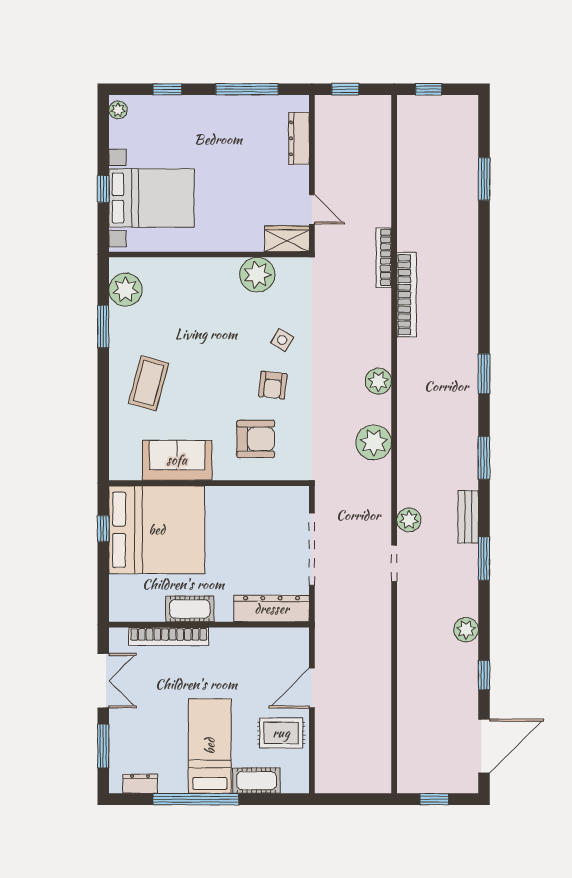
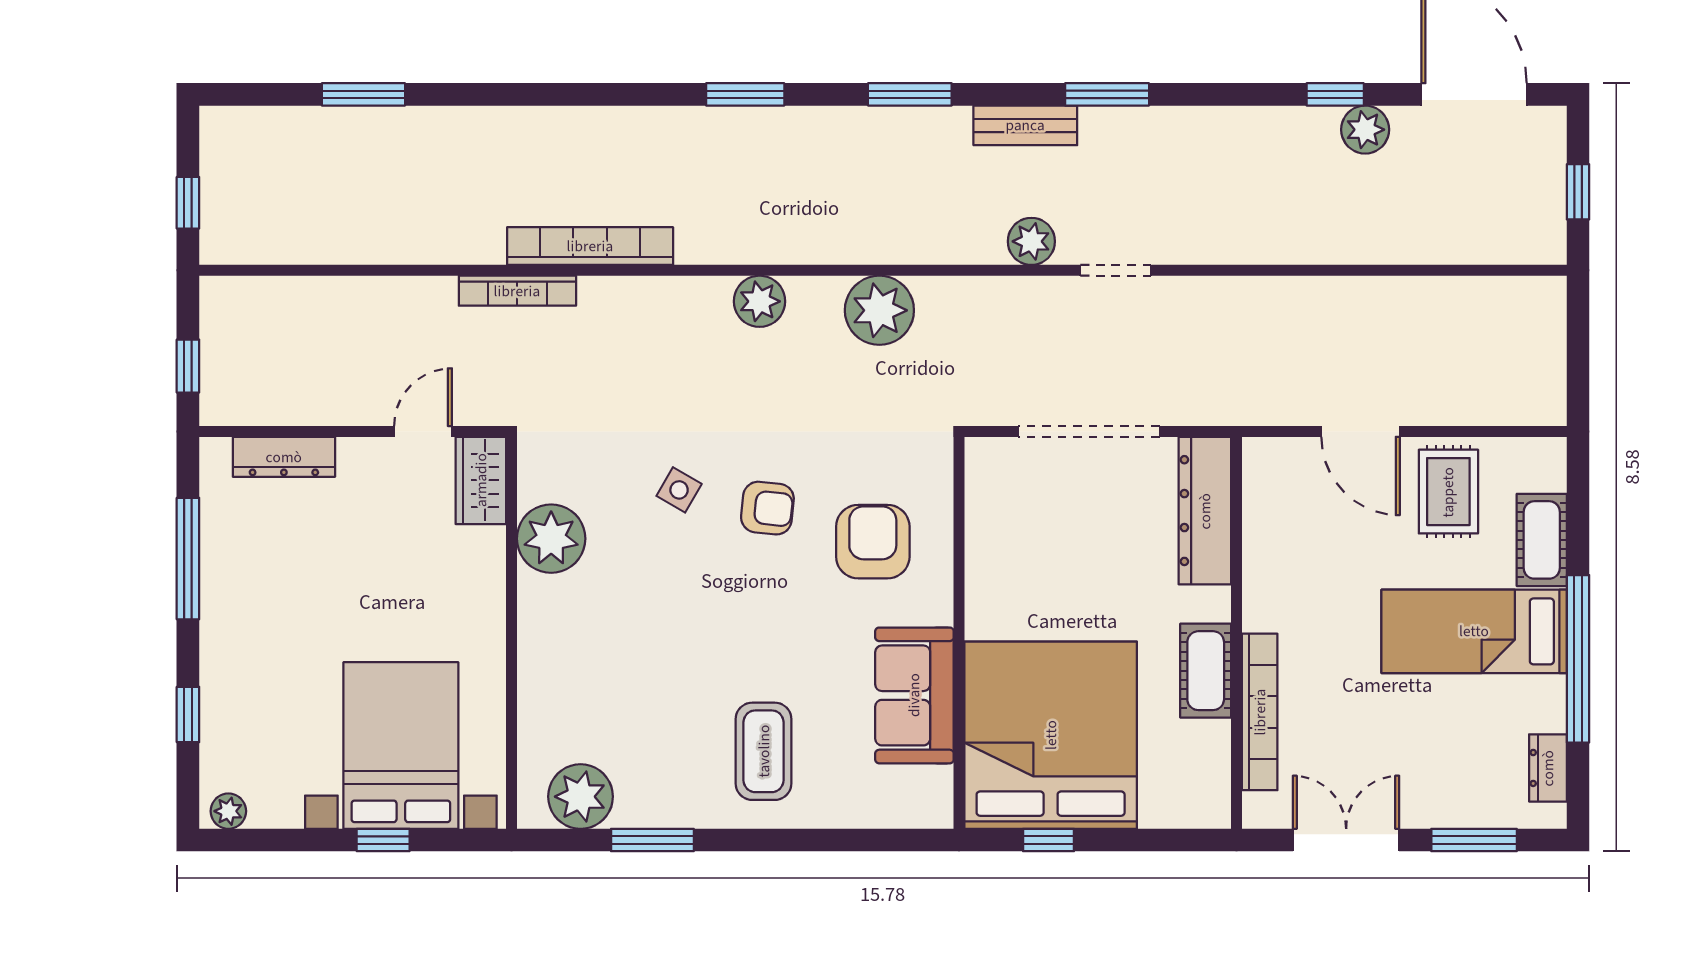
coffee table: (149, 383) -> (764, 751), turned 75
plant: (466, 630) -> (1365, 130), moved

